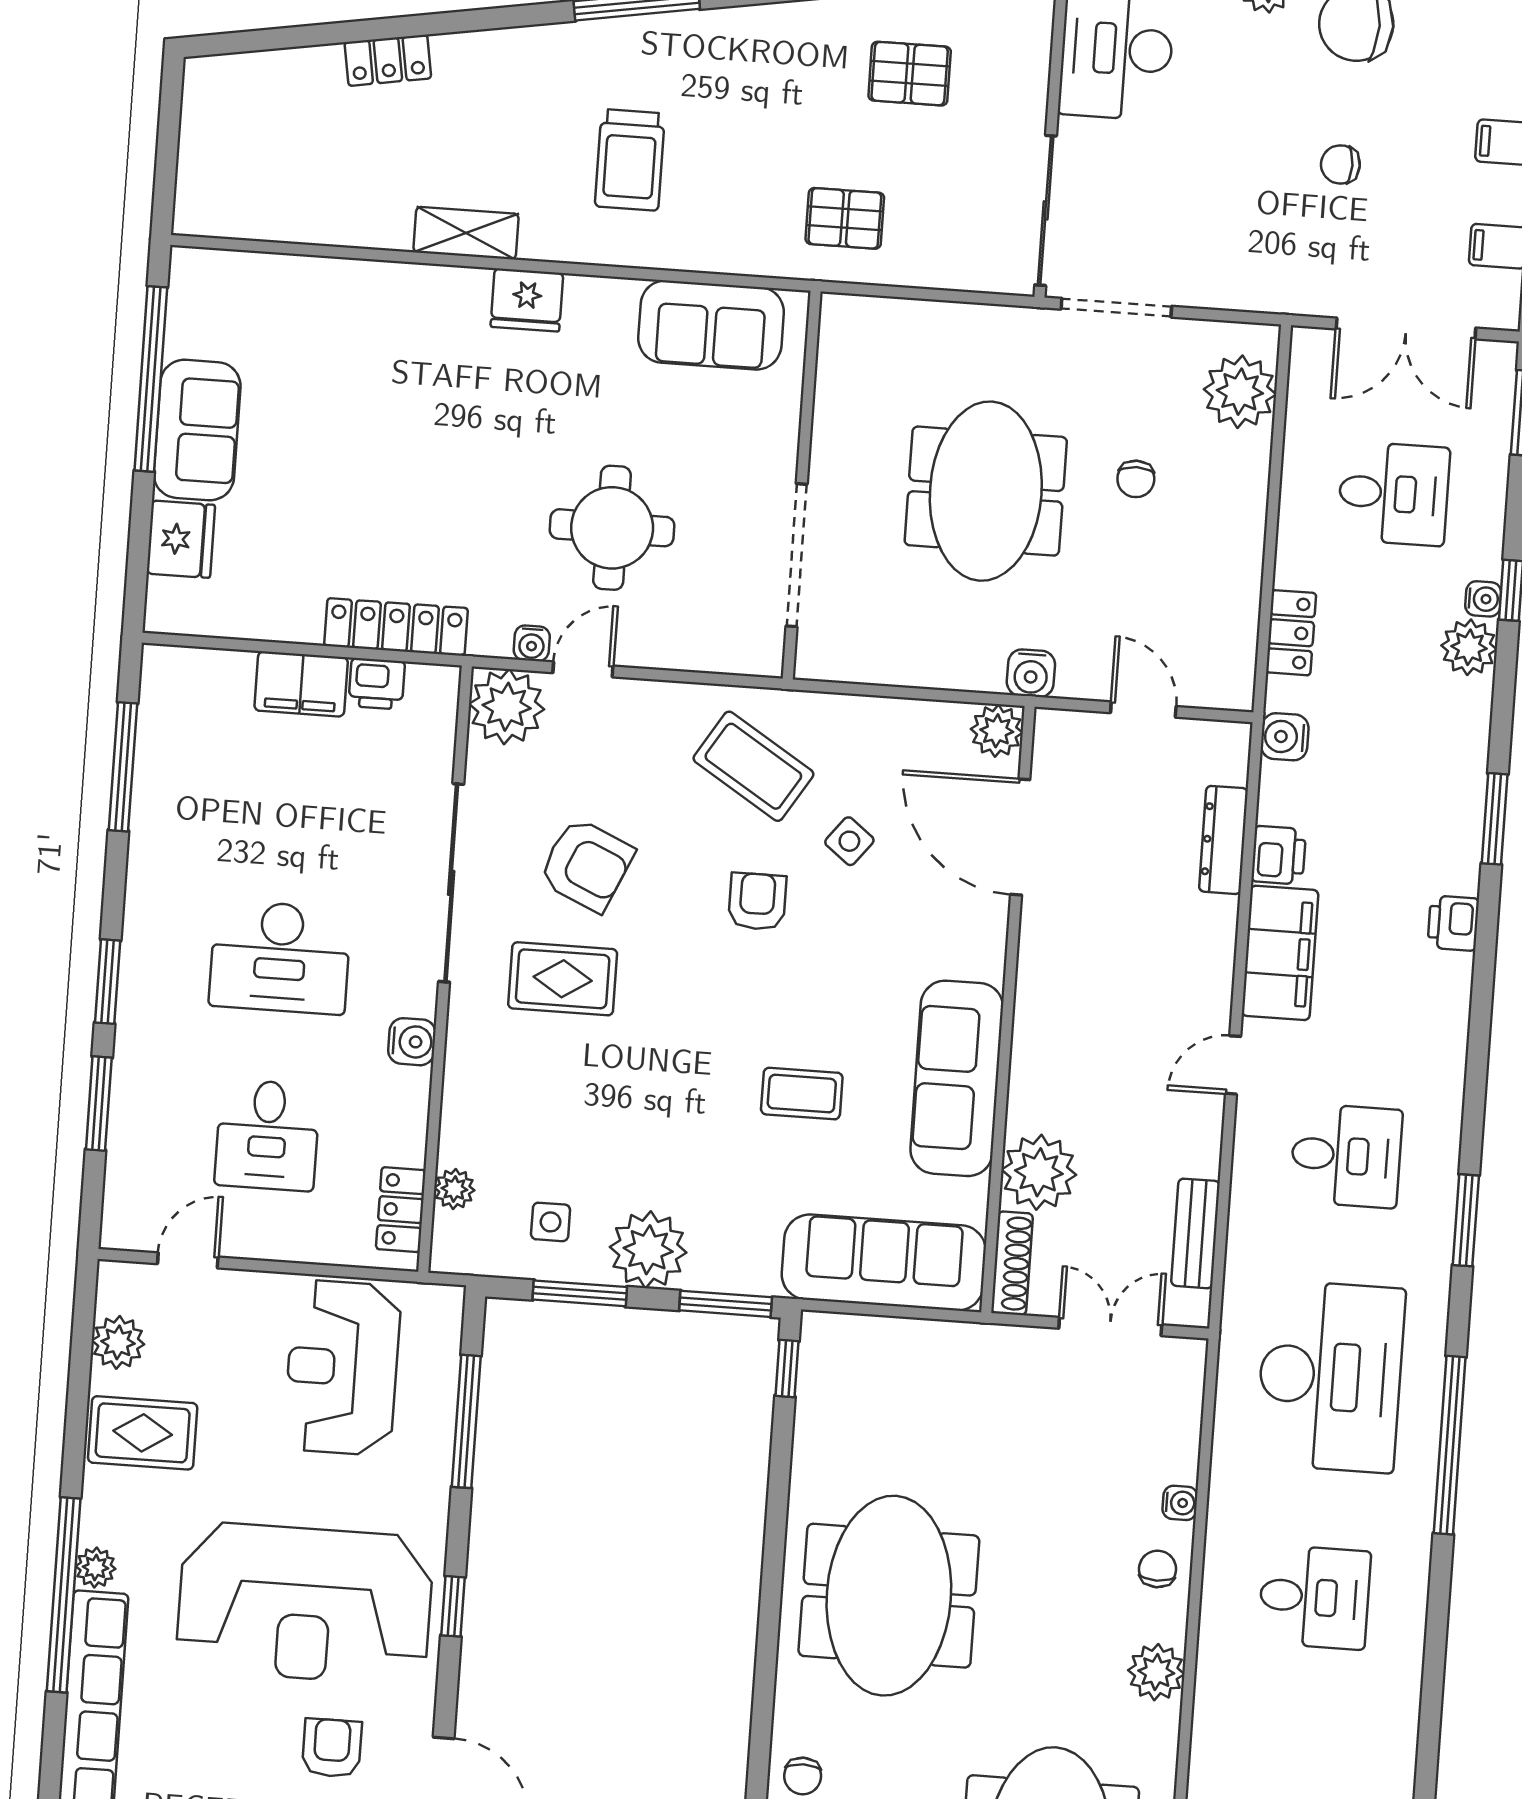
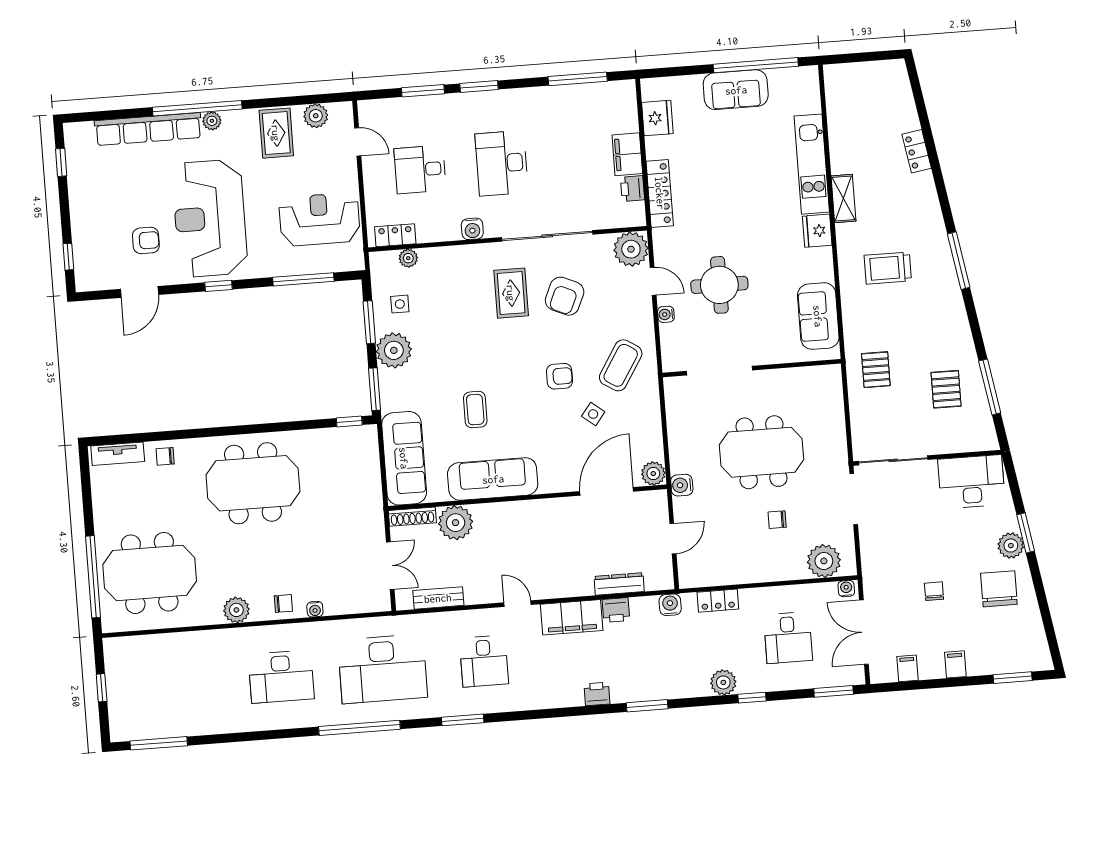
kitchen unit: (382, 290) -> (812, 164), added
fridge: (181, 539) -> (657, 118), moved, turned -90
water cooler: (1483, 599) -> (846, 589), moved, turned 180
water cooler: (532, 643) -> (666, 314), moved
desk: (1314, 1597) -> (281, 677), width x1.37

